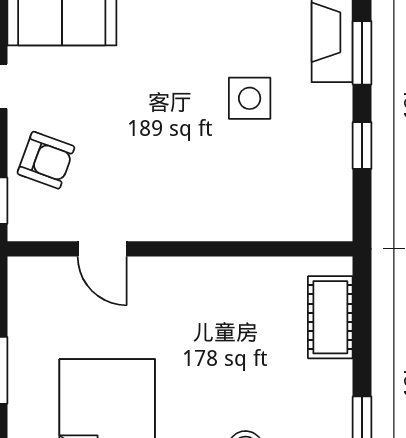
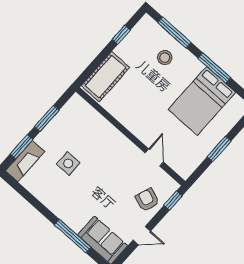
window: (362, 145) -> (47, 118), width x1.50
cot: (330, 317) -> (105, 77), width x1.37, depth x1.34

